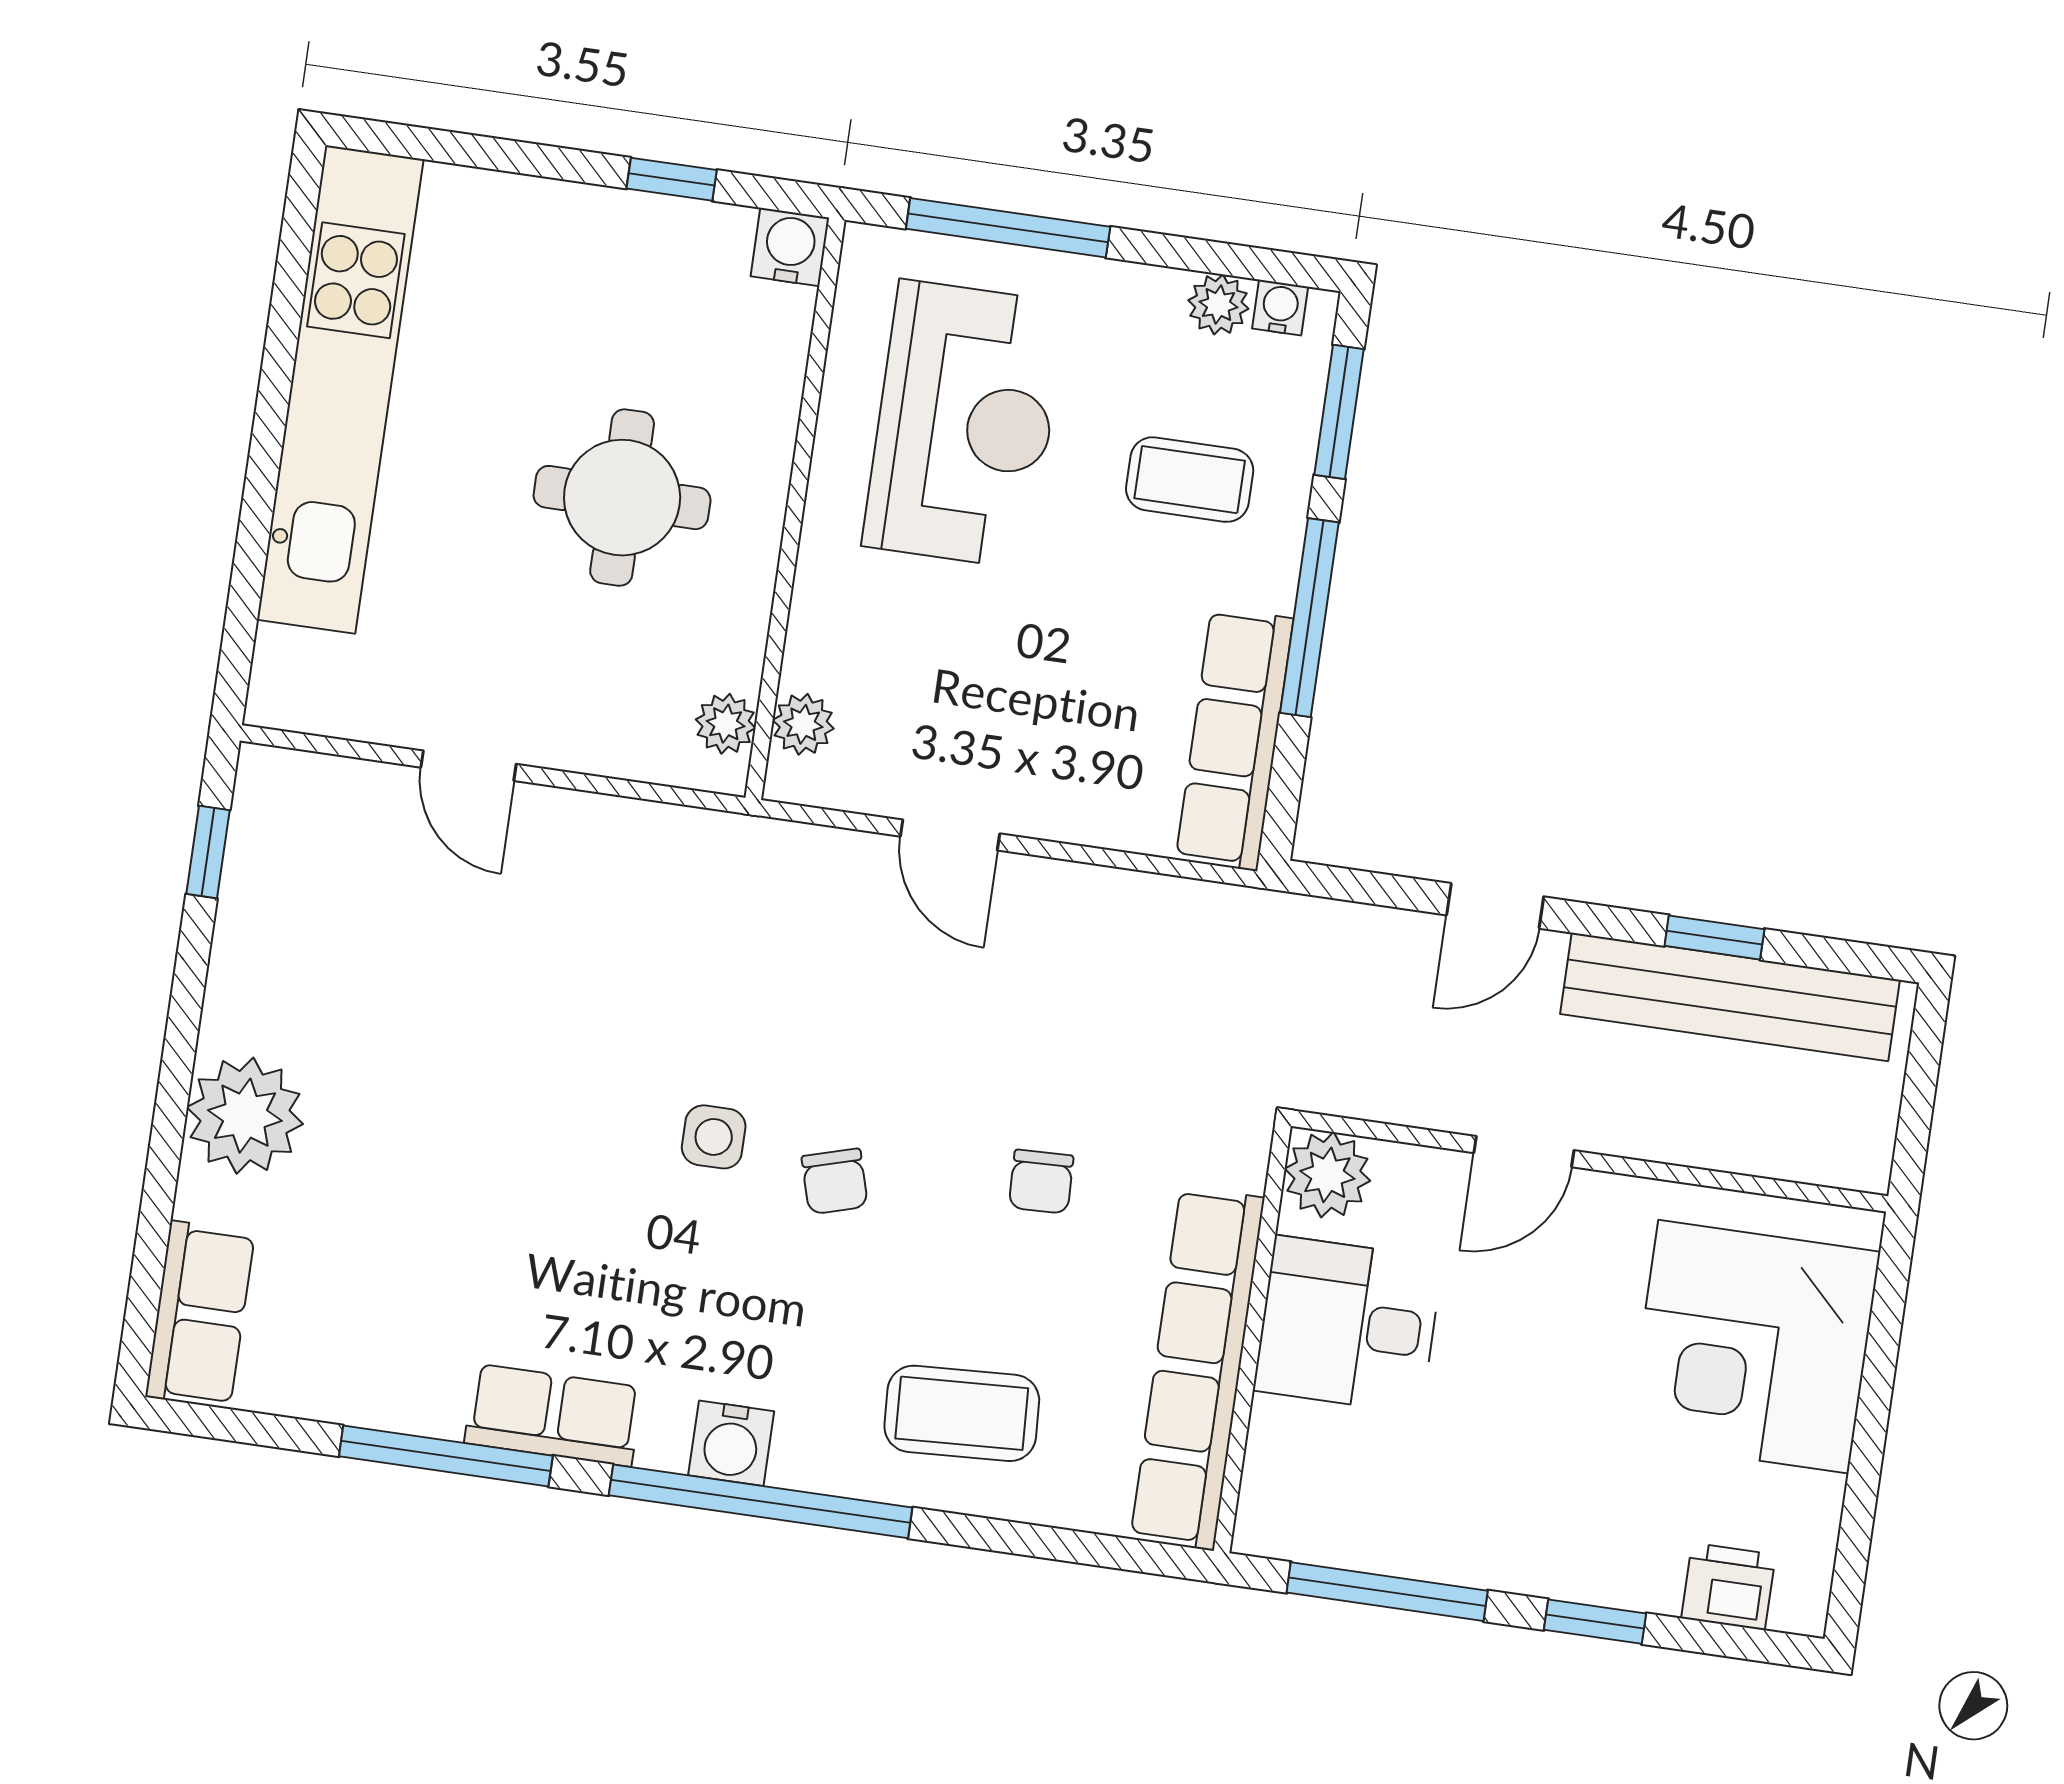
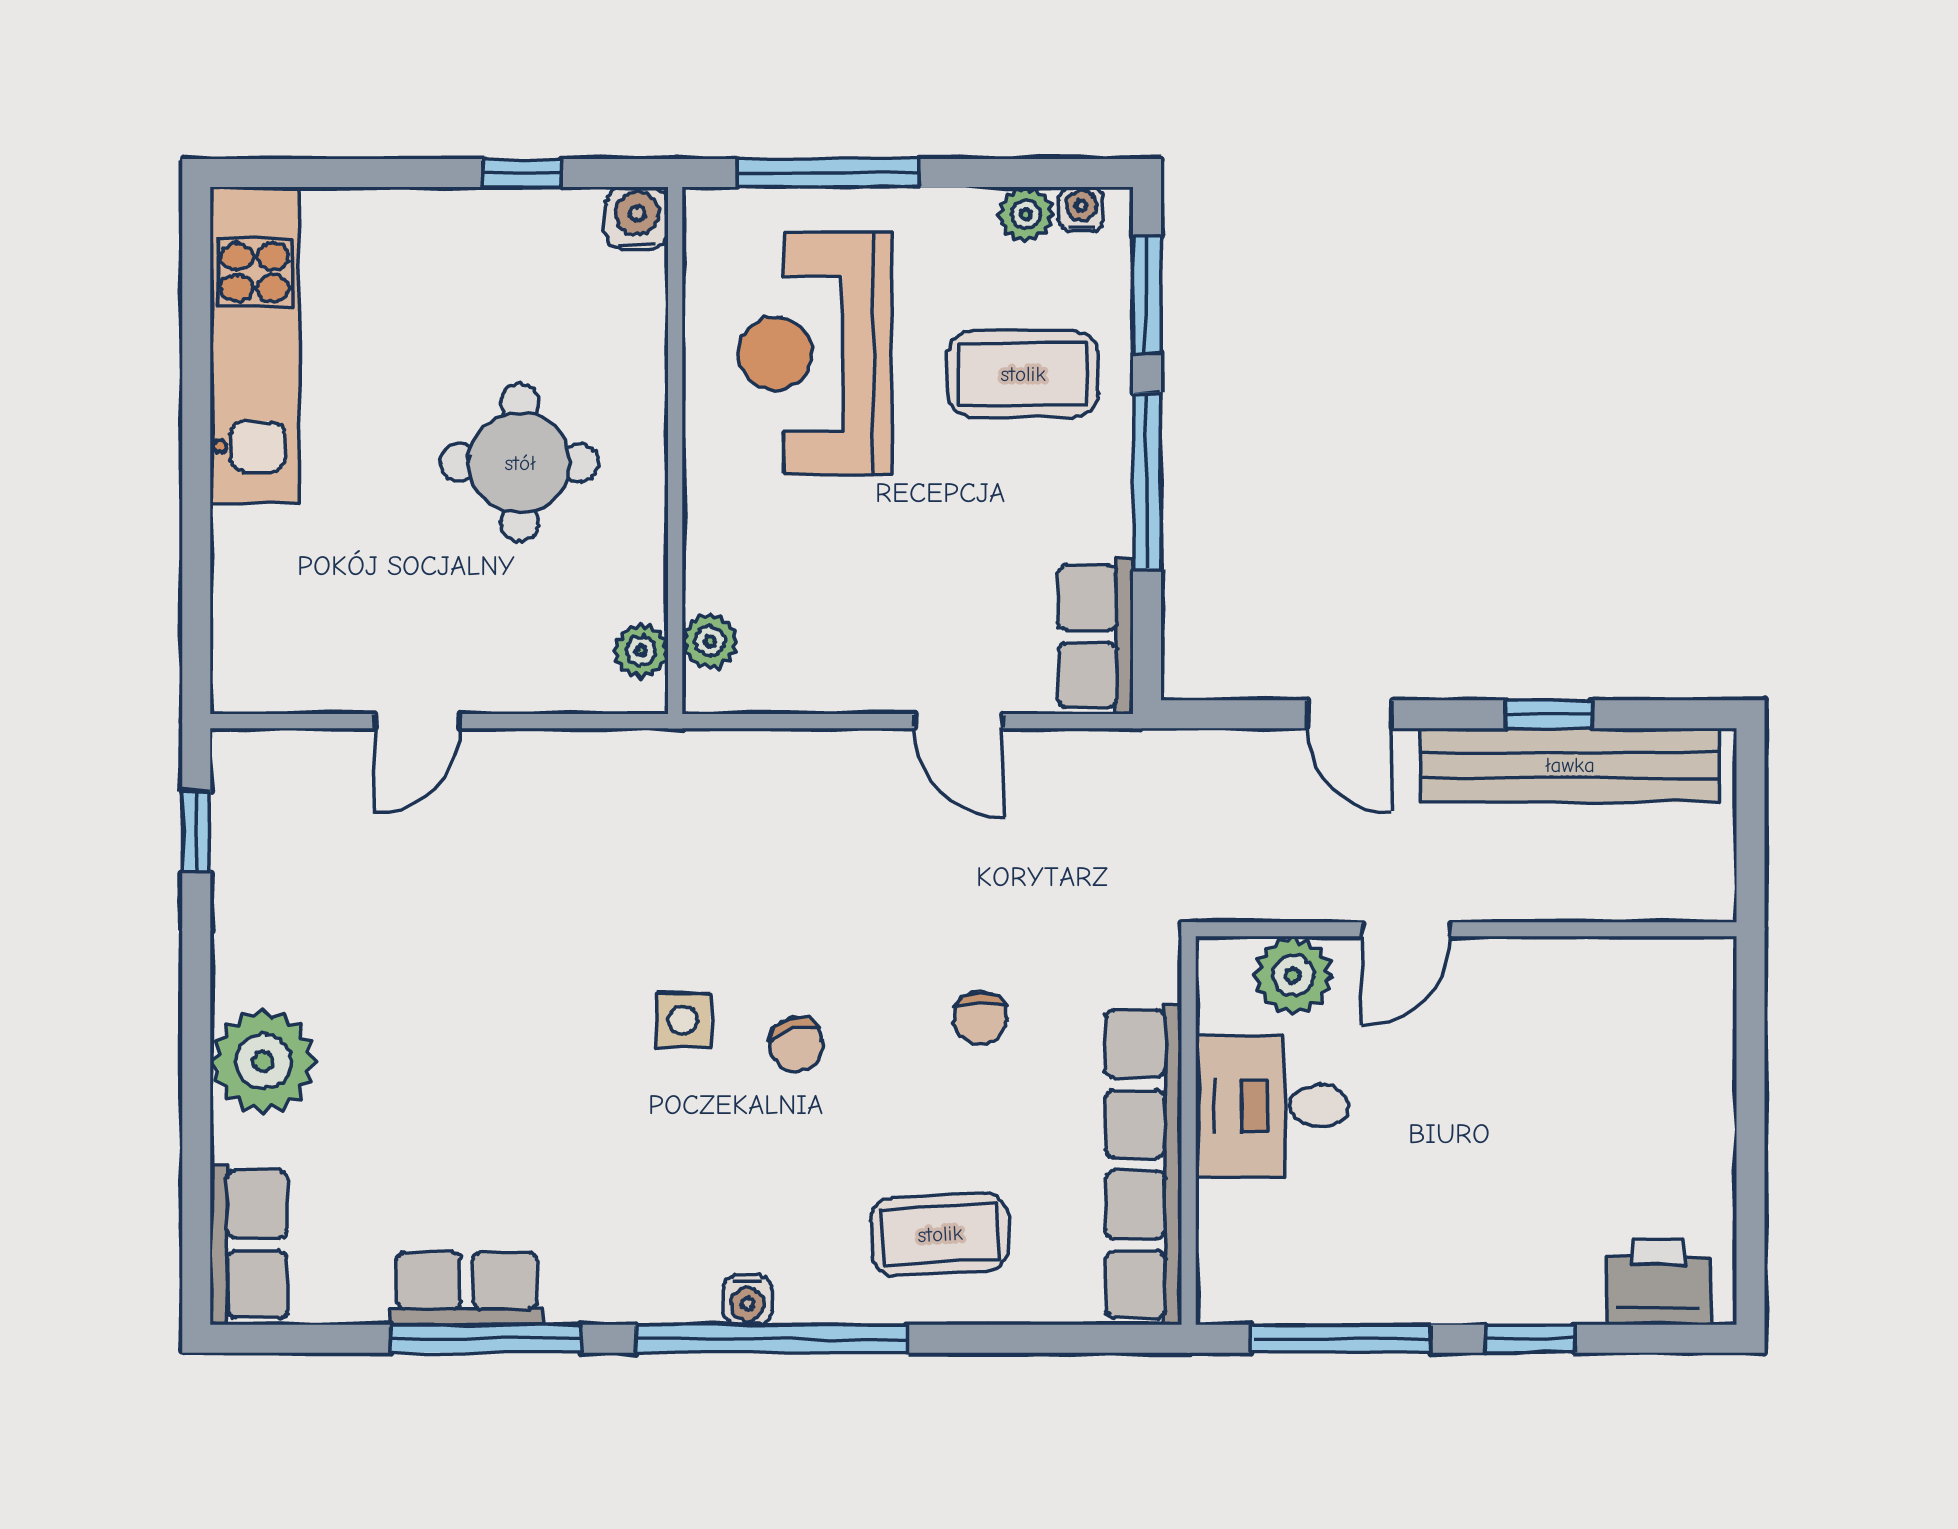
kitchen unit: (340, 389) -> (255, 345), width x0.73
reception desk: (964, 424) -> (815, 354), turned 180
coffee table: (1190, 480) -> (1023, 374), width x1.36, depth x1.30
row of seats: (1234, 739) -> (1096, 636), width x0.68
door: (468, 766) -> (417, 721), hinge flipped
door: (950, 835) -> (959, 721), moved
door: (1495, 906) -> (1349, 714), hinge flipped
plant: (1327, 1175) -> (1293, 975), moved
corner desk: (1753, 1347) -> (1636, 1073), removed
row of seats: (553, 1415) -> (467, 1288), moved
water cooler: (731, 1443) -> (747, 1300), width x0.72, depth x0.72
printer: (1728, 1586) -> (1658, 1282), width x1.36, depth x1.24

